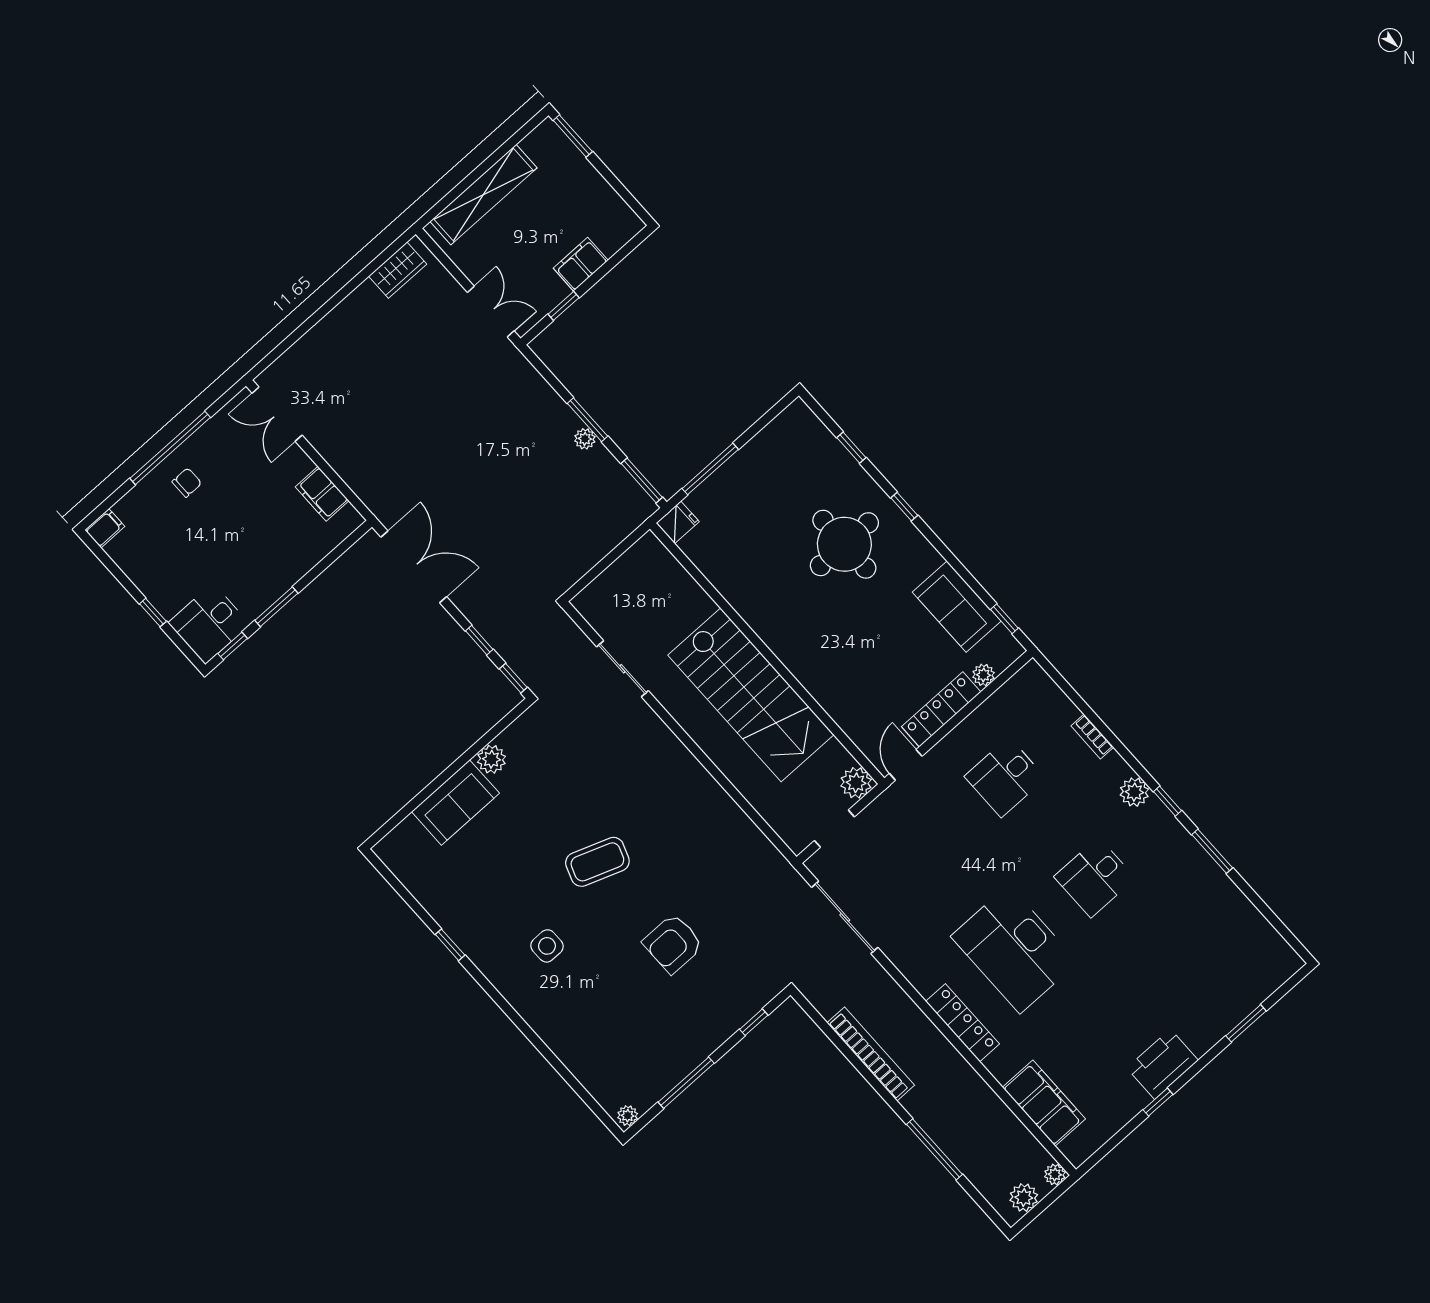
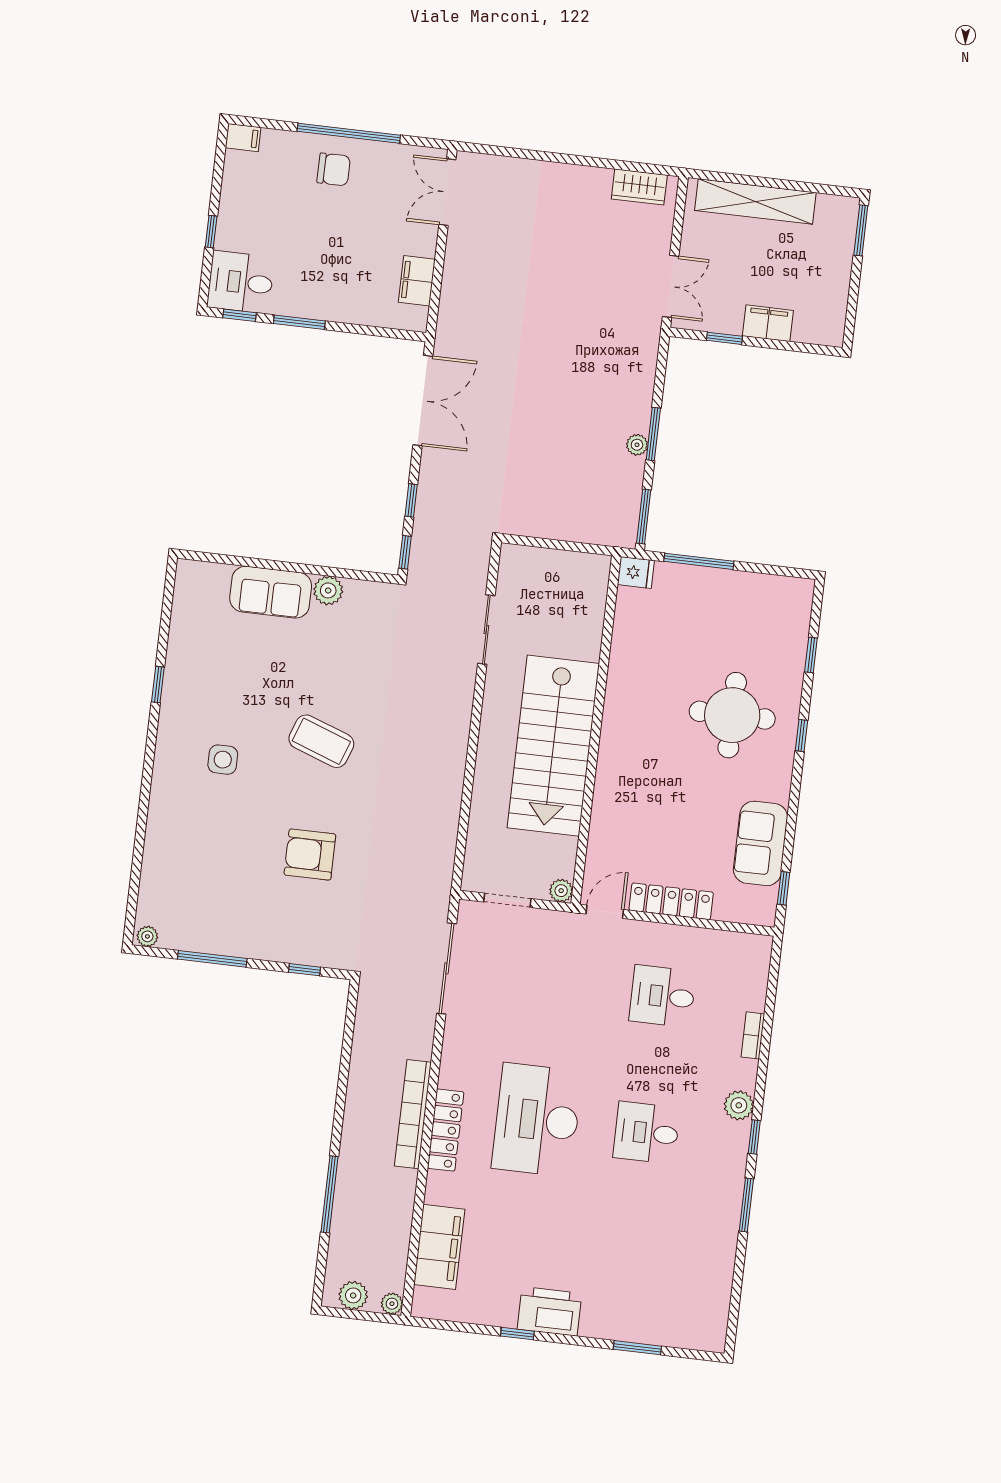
chair: (187, 483) -> (334, 169), width x1.37, depth x1.37
plant: (984, 675) -> (726, 910), removed
plant: (856, 783) -> (561, 891), width x0.73, depth x0.73
bookcase: (871, 1054) -> (413, 1114), moved, turned 180

